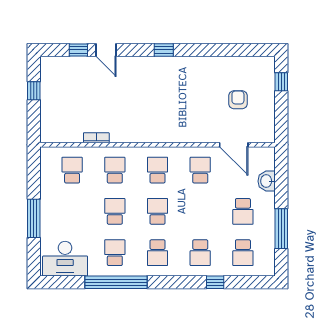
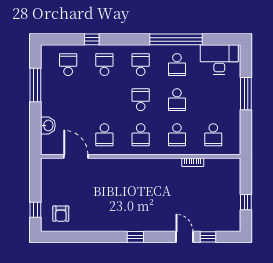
armchair: (238, 100) -> (61, 214), moved
school desk: (158, 211) -> (141, 100), turned 180
school desk: (243, 211) -> (68, 100), removed

